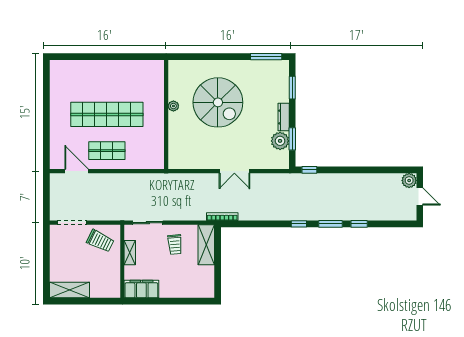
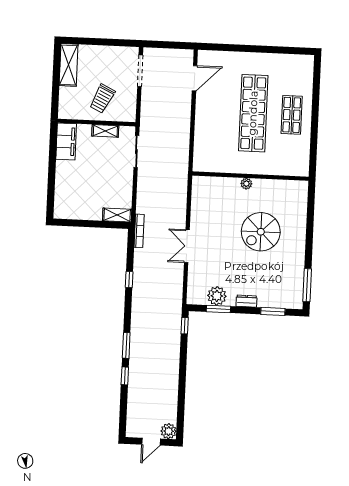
spiral stairs: (218, 102) -> (261, 232), width x0.73, depth x0.73
plant: (173, 106) -> (246, 184), moved
dresser: (284, 117) -> (246, 301), width x0.70
shop shelf: (107, 151) -> (292, 115), moved
window: (299, 224) -> (129, 279), moved
trolley: (100, 241) -> (102, 99), moved
trolley: (175, 245) -> (112, 179), removed
shelving: (206, 245) -> (117, 215), width x0.67, depth x0.75

